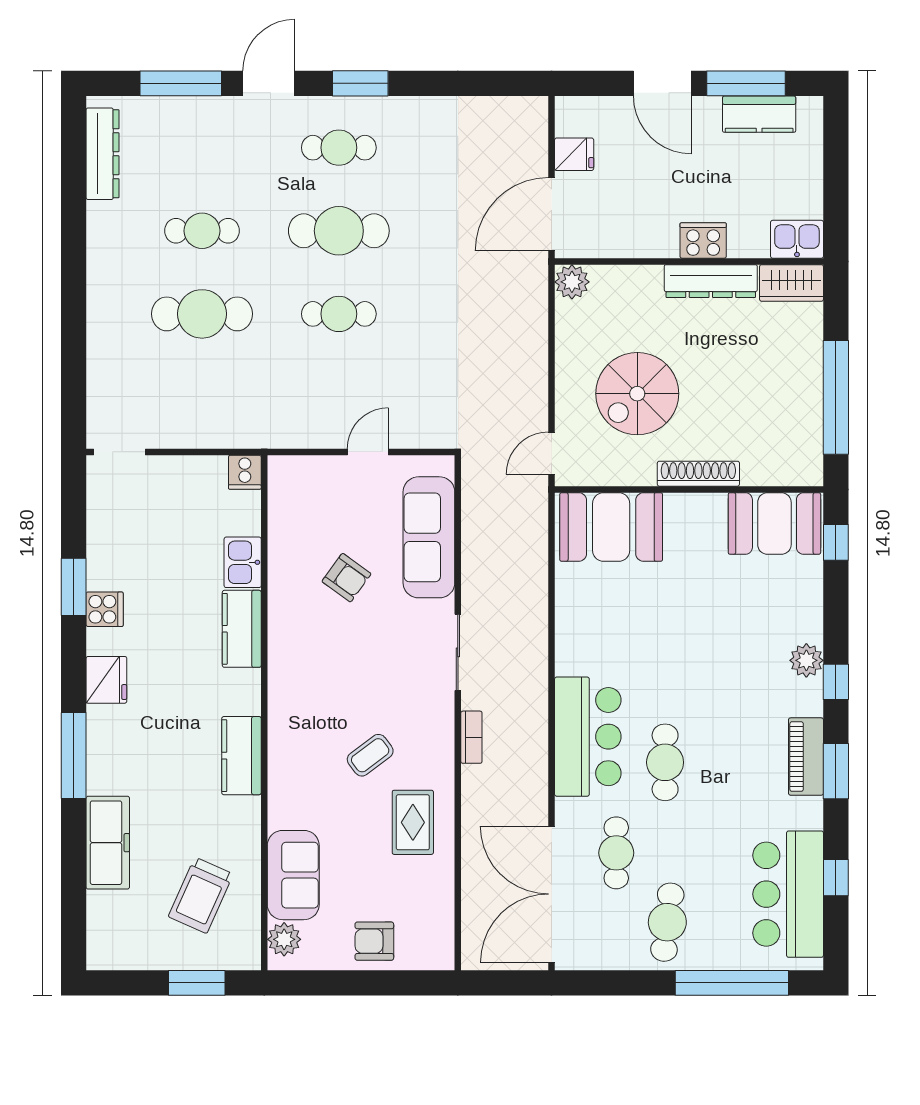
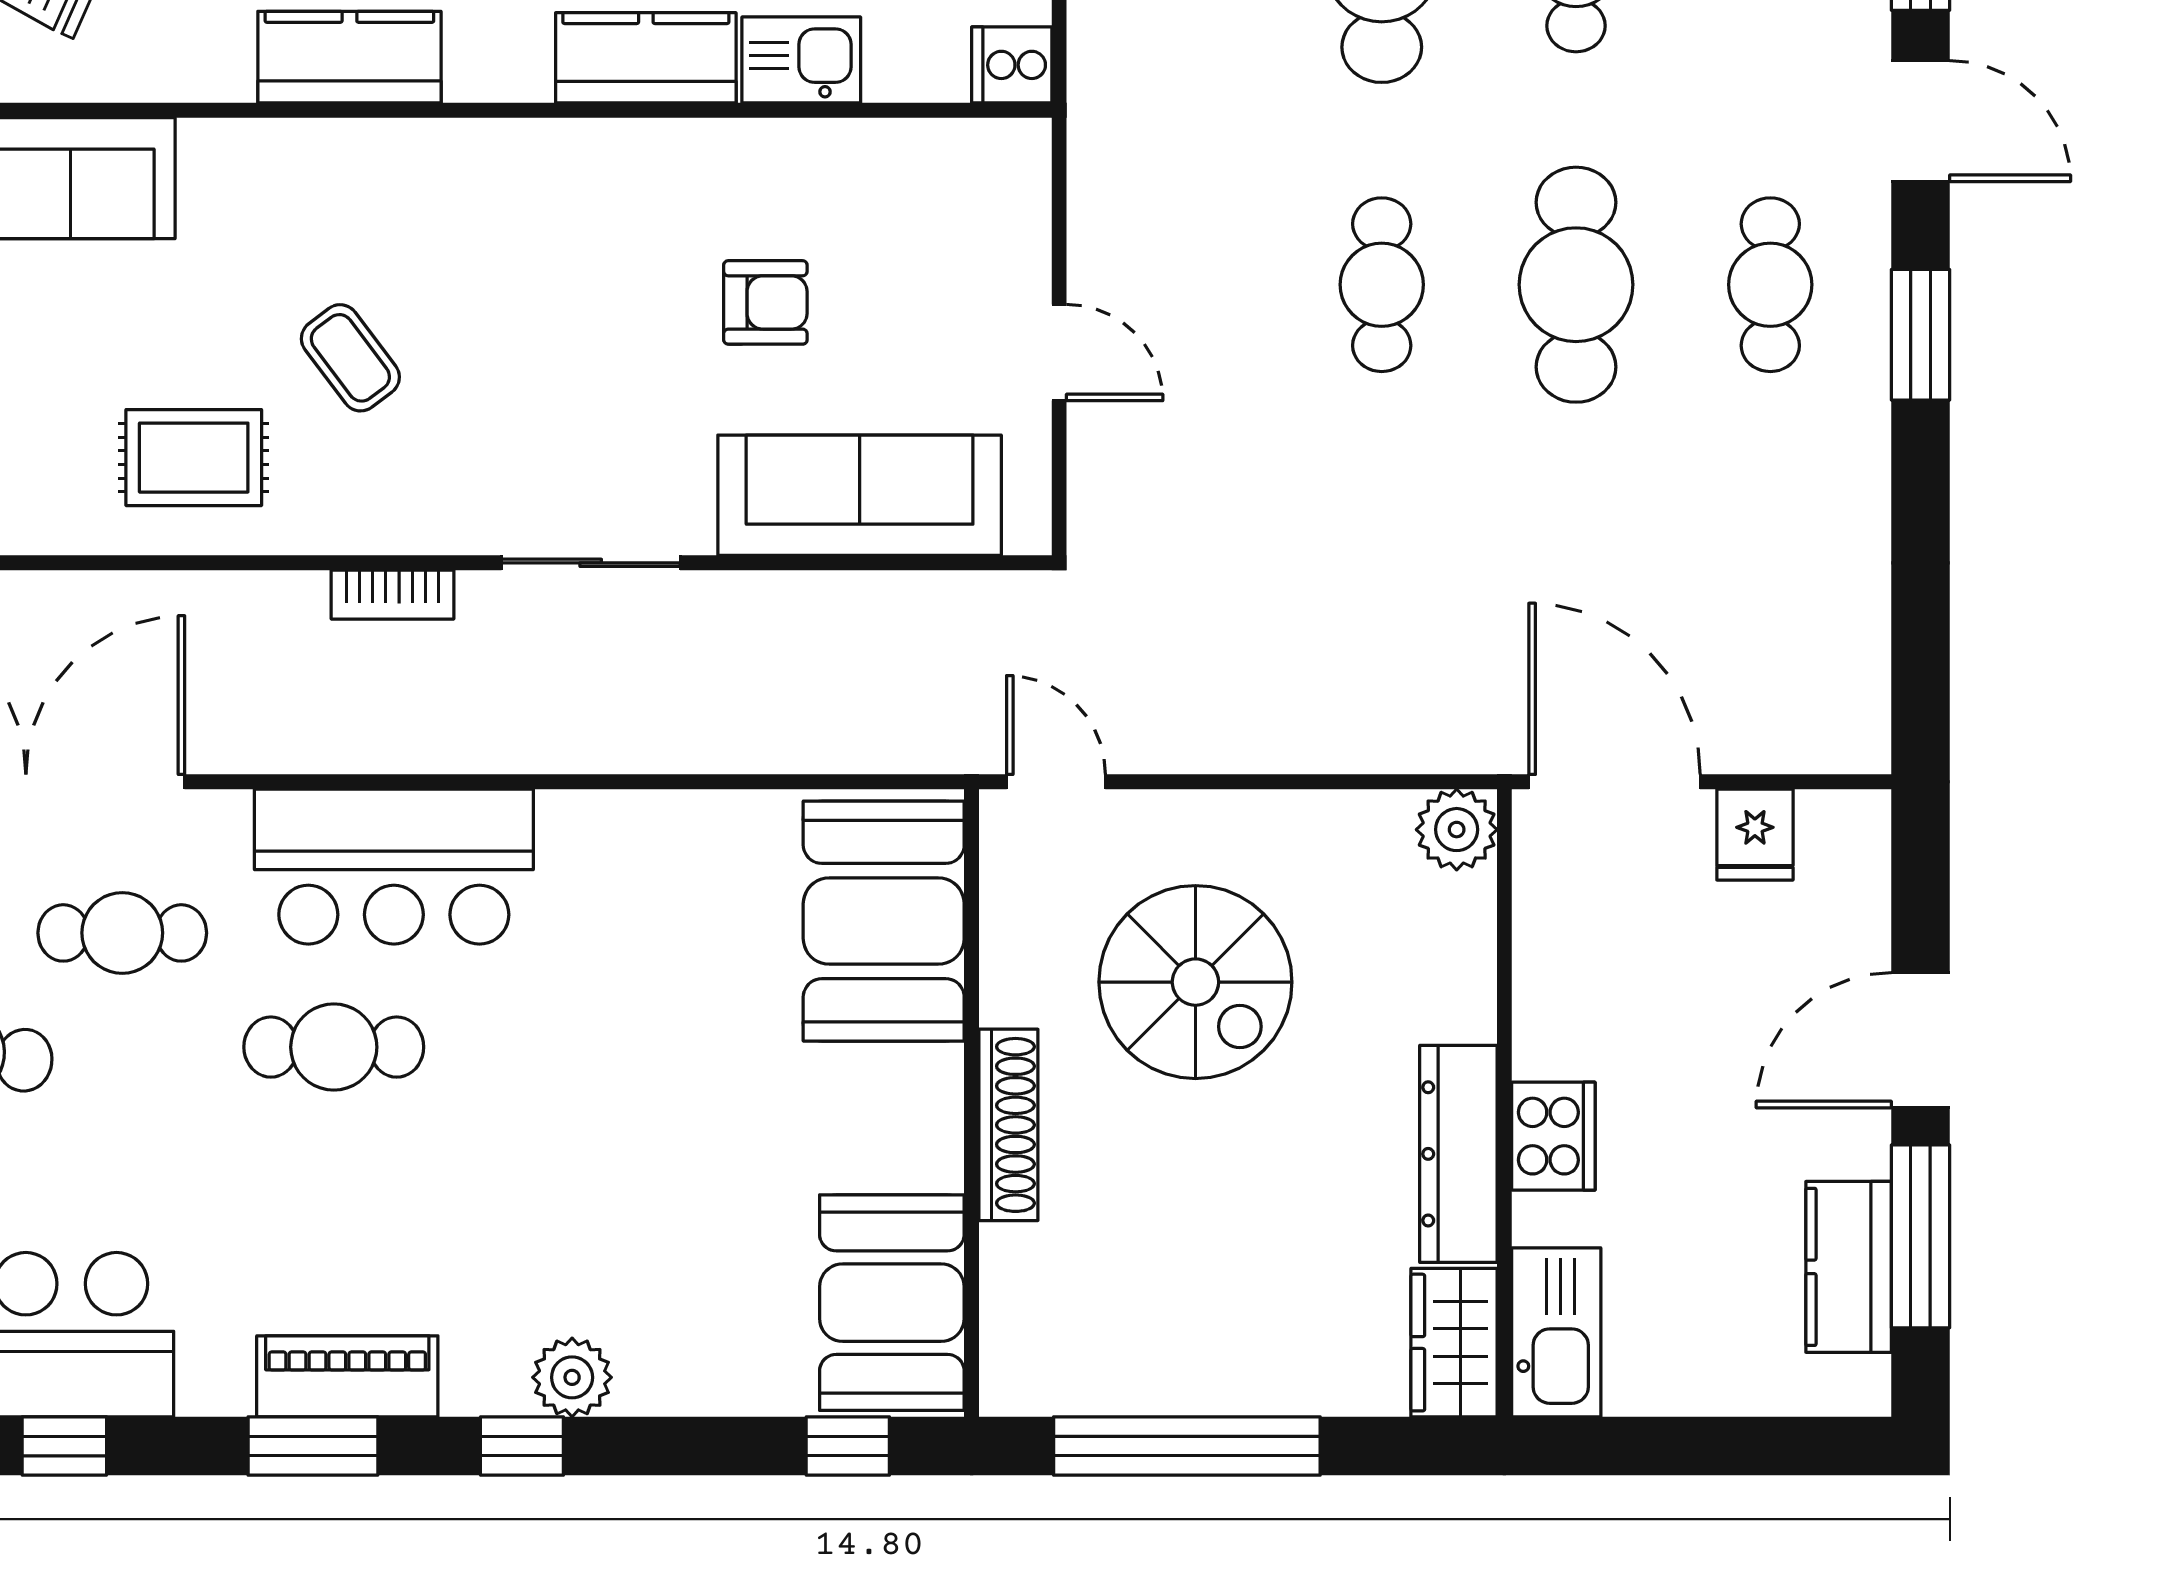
kitchen sink: (797, 239) -> (1556, 1332), width x1.38
spiral stairs: (637, 394) -> (1195, 982), turned 180
armchair: (346, 578) -> (765, 302), turned -126

